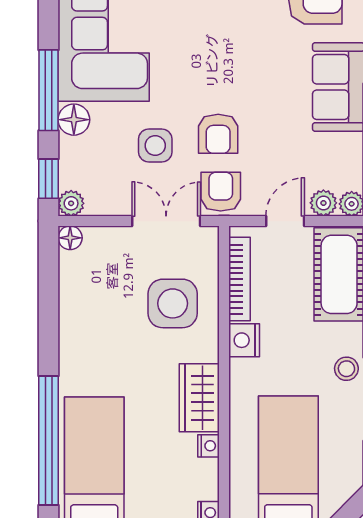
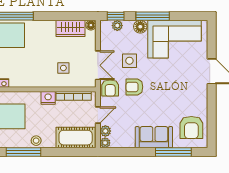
armchair: (221, 192) -> (110, 88), turned 90
plant: (71, 203) -> (117, 26), moved
door: (285, 221) -> (98, 115), hinge flipped
side table: (173, 303) -> (63, 68), width x0.54, depth x0.54
wardrobe: (199, 398) -> (71, 28), moved, turned 180

